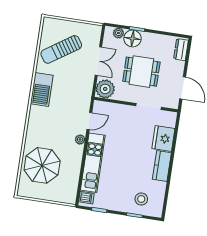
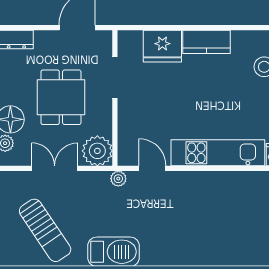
plant: (80, 140) -> (118, 179), moved
parasol: (42, 165) -> (234, 233), removed

